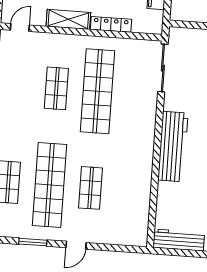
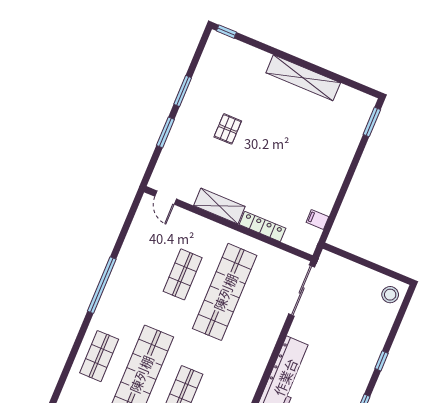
door: (20, 28) -> (166, 198), swing flipped

